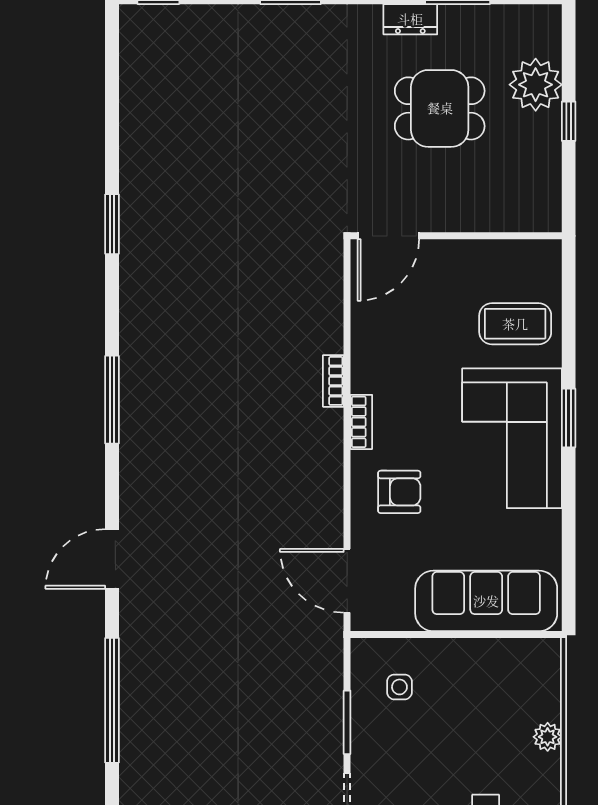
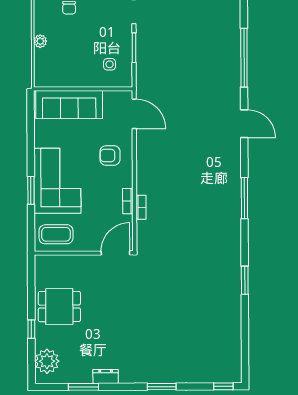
plant: (536, 85) -> (47, 361), moved
dining table: (440, 108) -> (59, 307), moved
door: (388, 236) -> (115, 253), moved
wall: (456, 236) -> (84, 253), moved
bookcase: (361, 422) -> (128, 201), moved
door: (112, 559) -> (244, 124), hinge flipped

